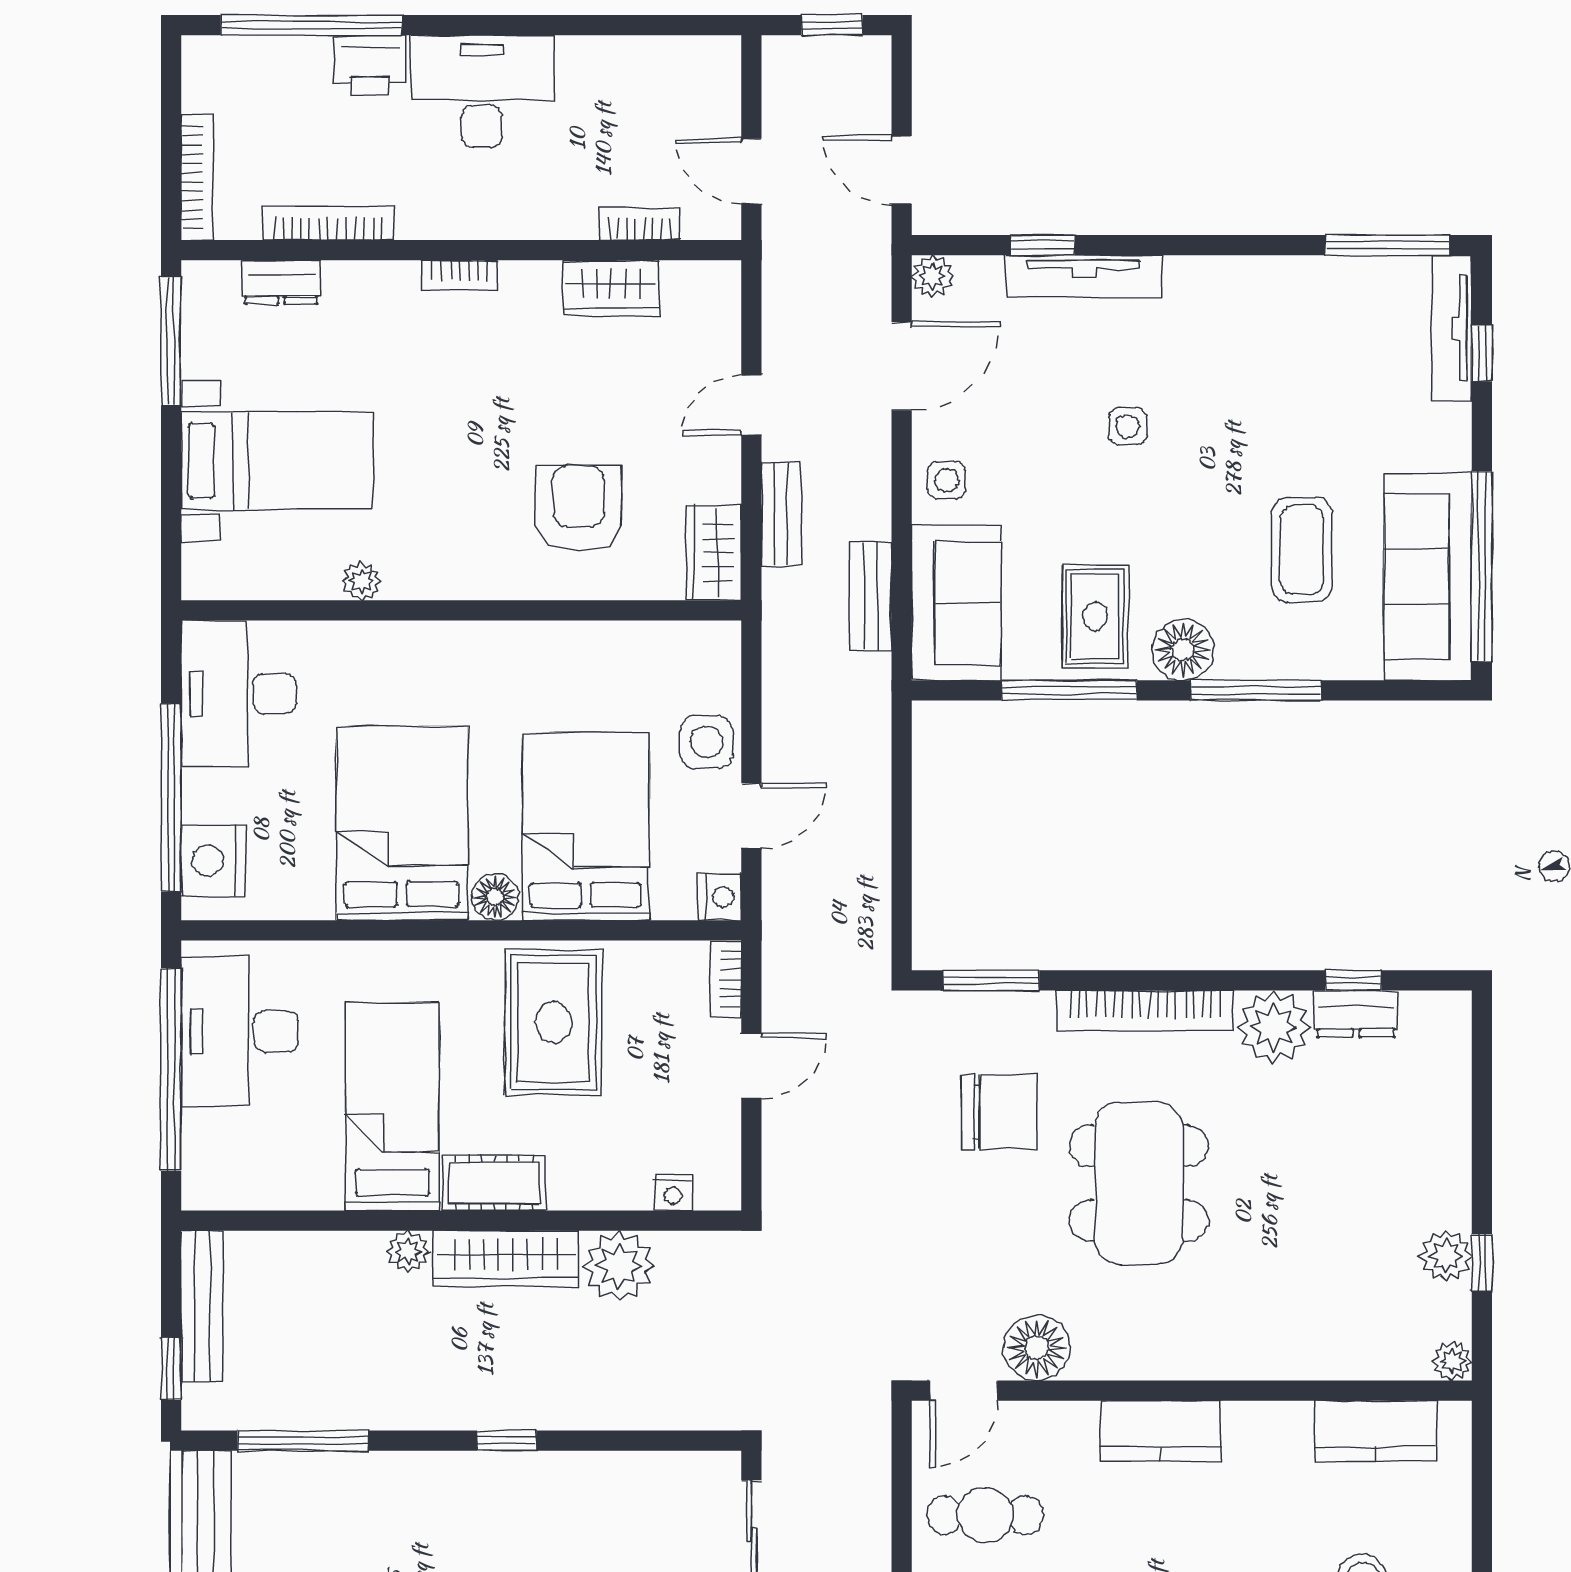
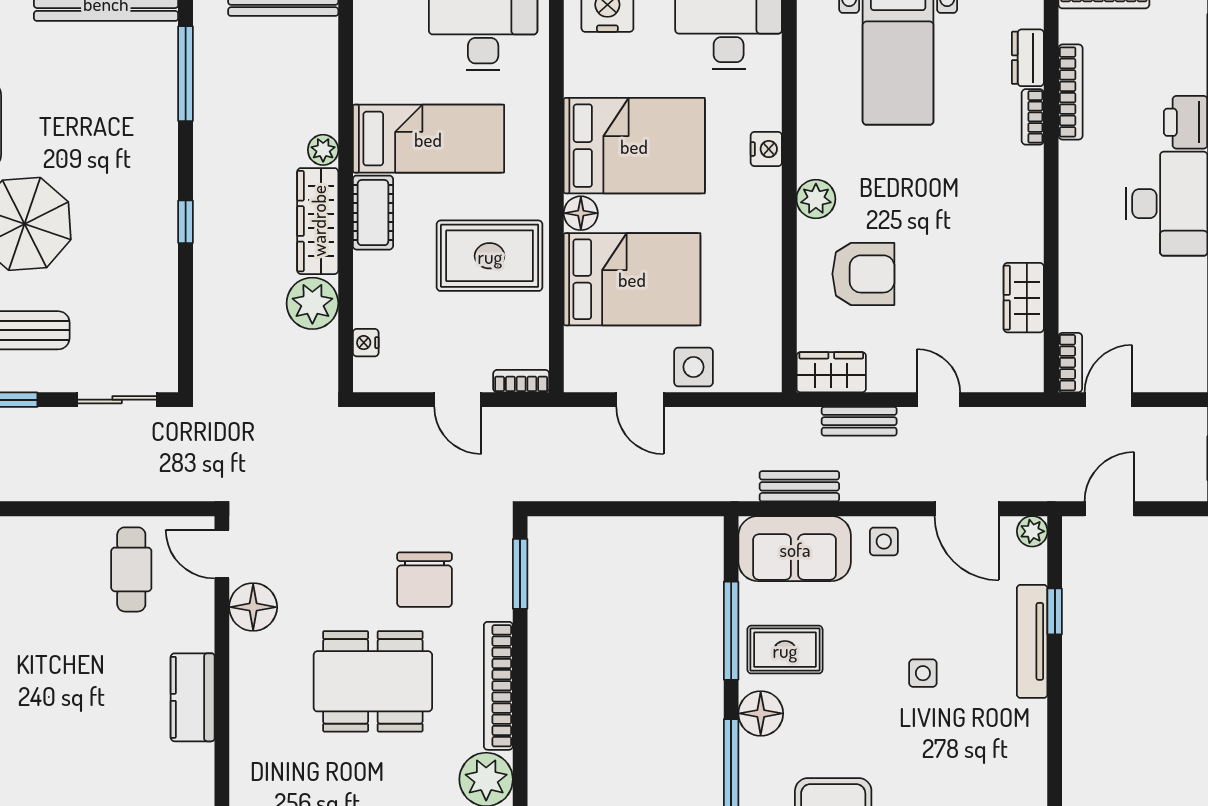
bookcase: (640, 224) -> (1070, 363), moved
bookcase: (460, 275) -> (1033, 117), moved
plant: (362, 581) -> (816, 199), moved, width x1.38, depth x1.38
nightstand: (720, 897) -> (766, 149), moved, turned -90

